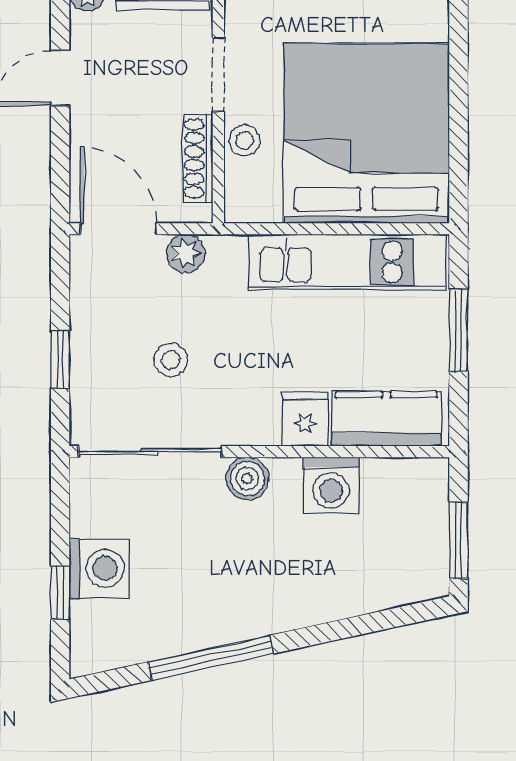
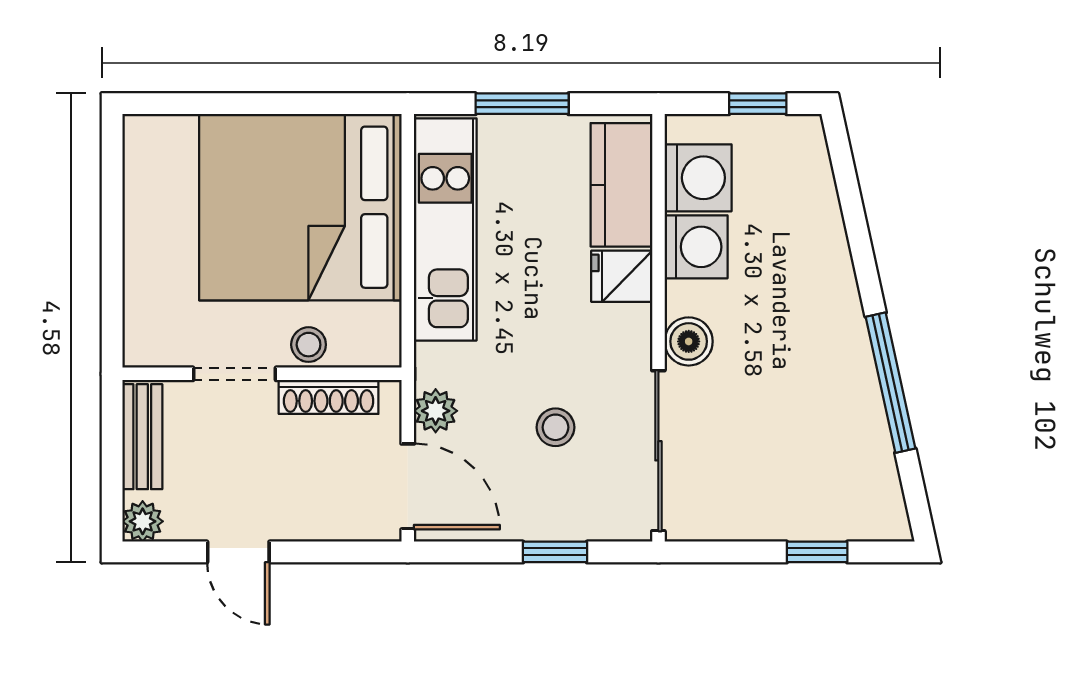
door: (118, 229) -> (408, 486), swing flipped
window: (458, 540) -> (758, 104), width x0.67
washing machine: (99, 568) -> (698, 178), moved, turned 90

